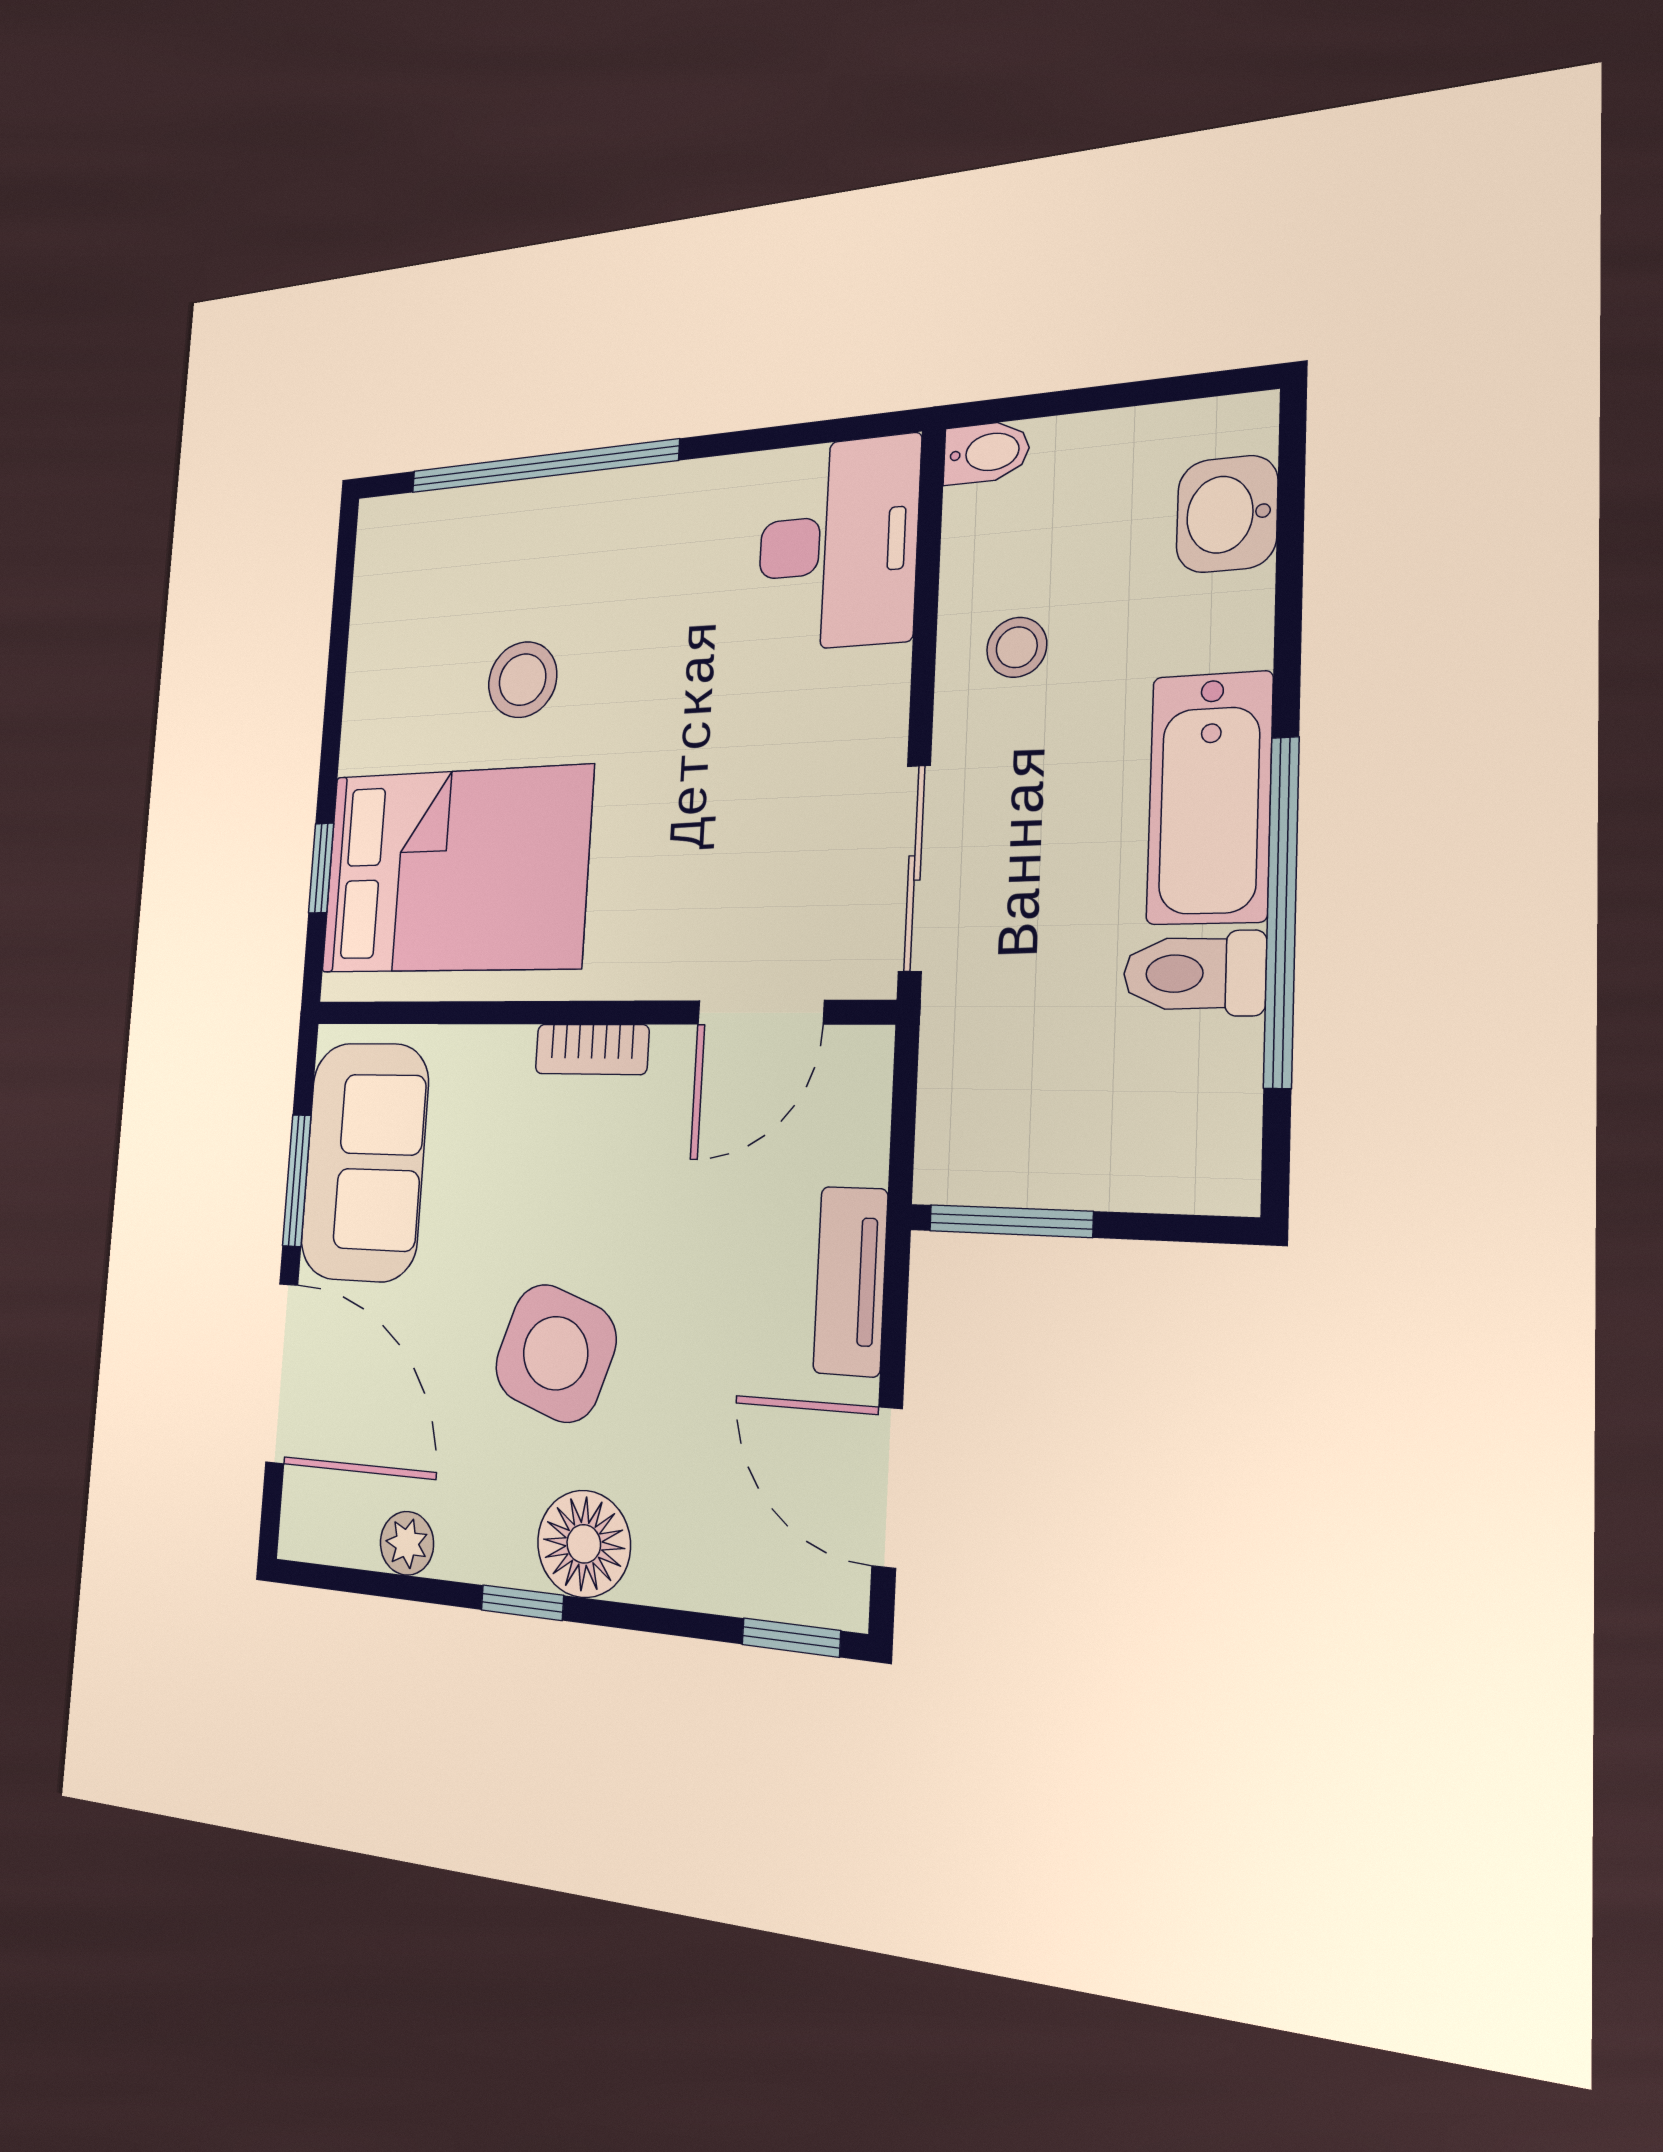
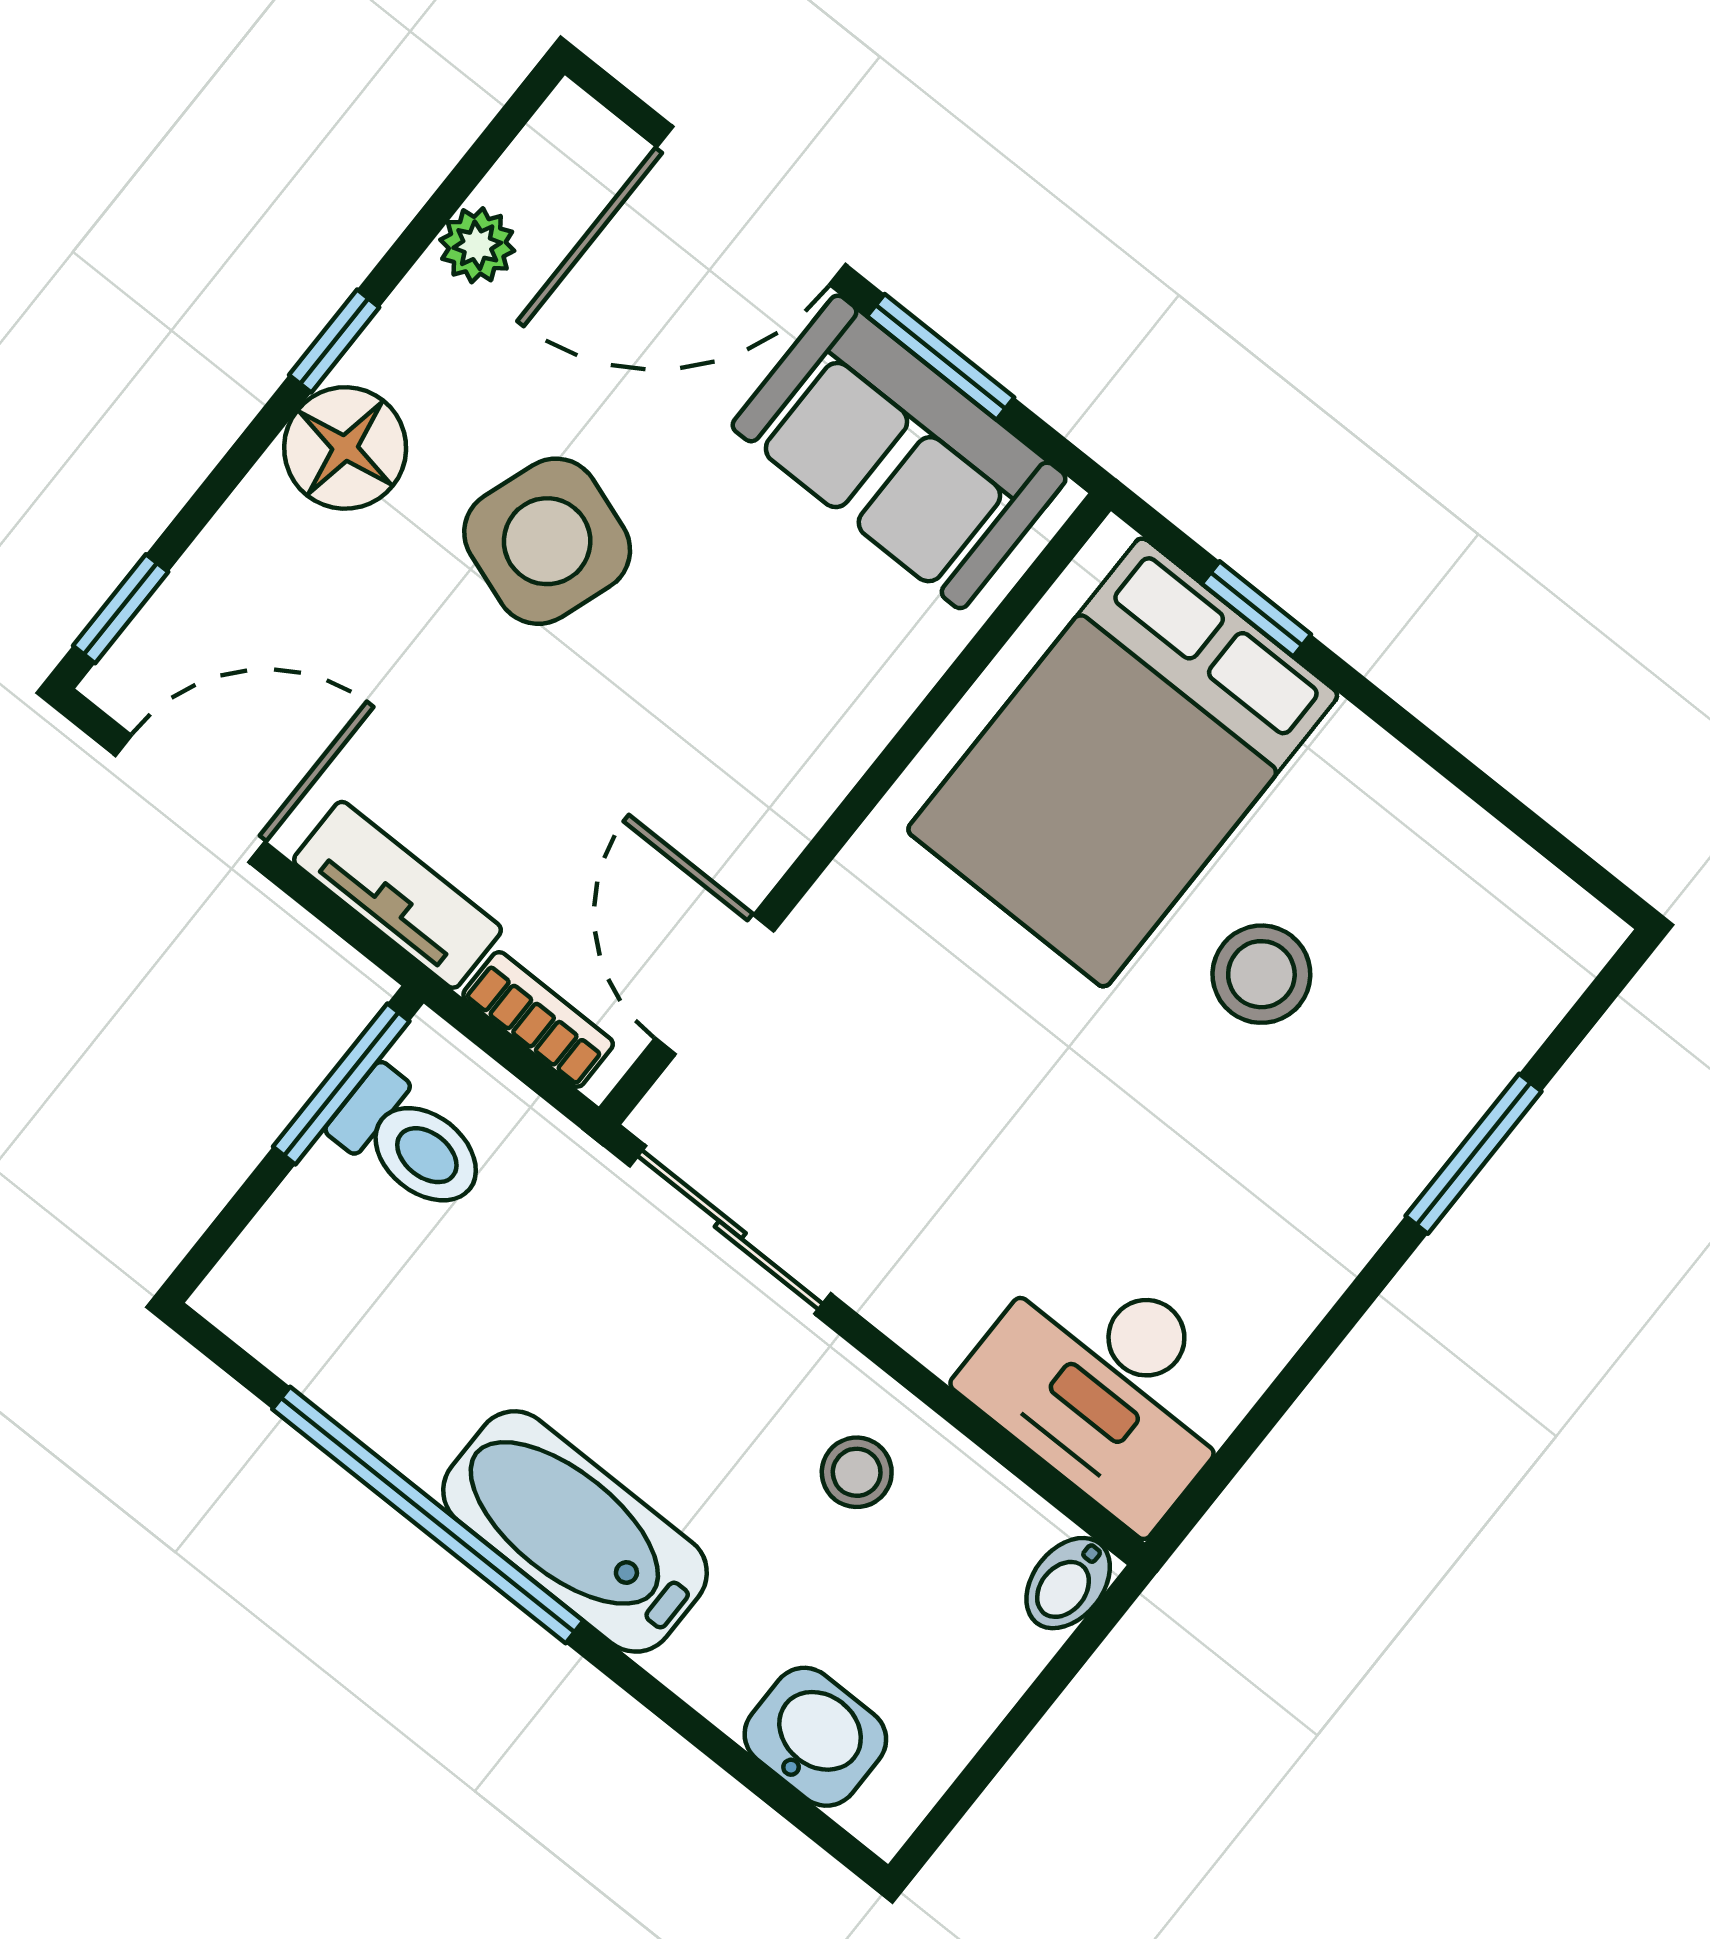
window: (542, 466) -> (1473, 1154), width x0.47
toilet: (1194, 973) -> (410, 1142), moved, turned 90
bookcase: (592, 1049) -> (538, 1019), moved, turned 90

